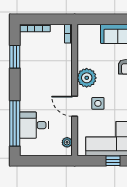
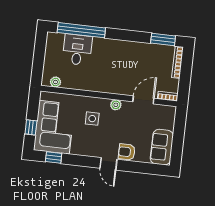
window: (15, 57) -> (163, 39), moved
plant: (87, 78) -> (116, 105), width x0.53, depth x0.53
door: (75, 106) -> (143, 100), moved

